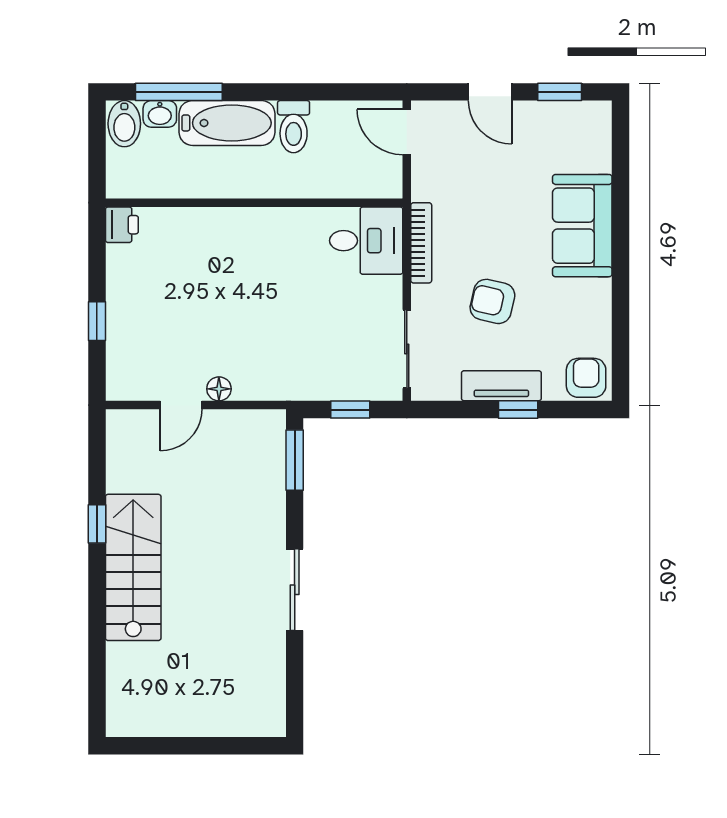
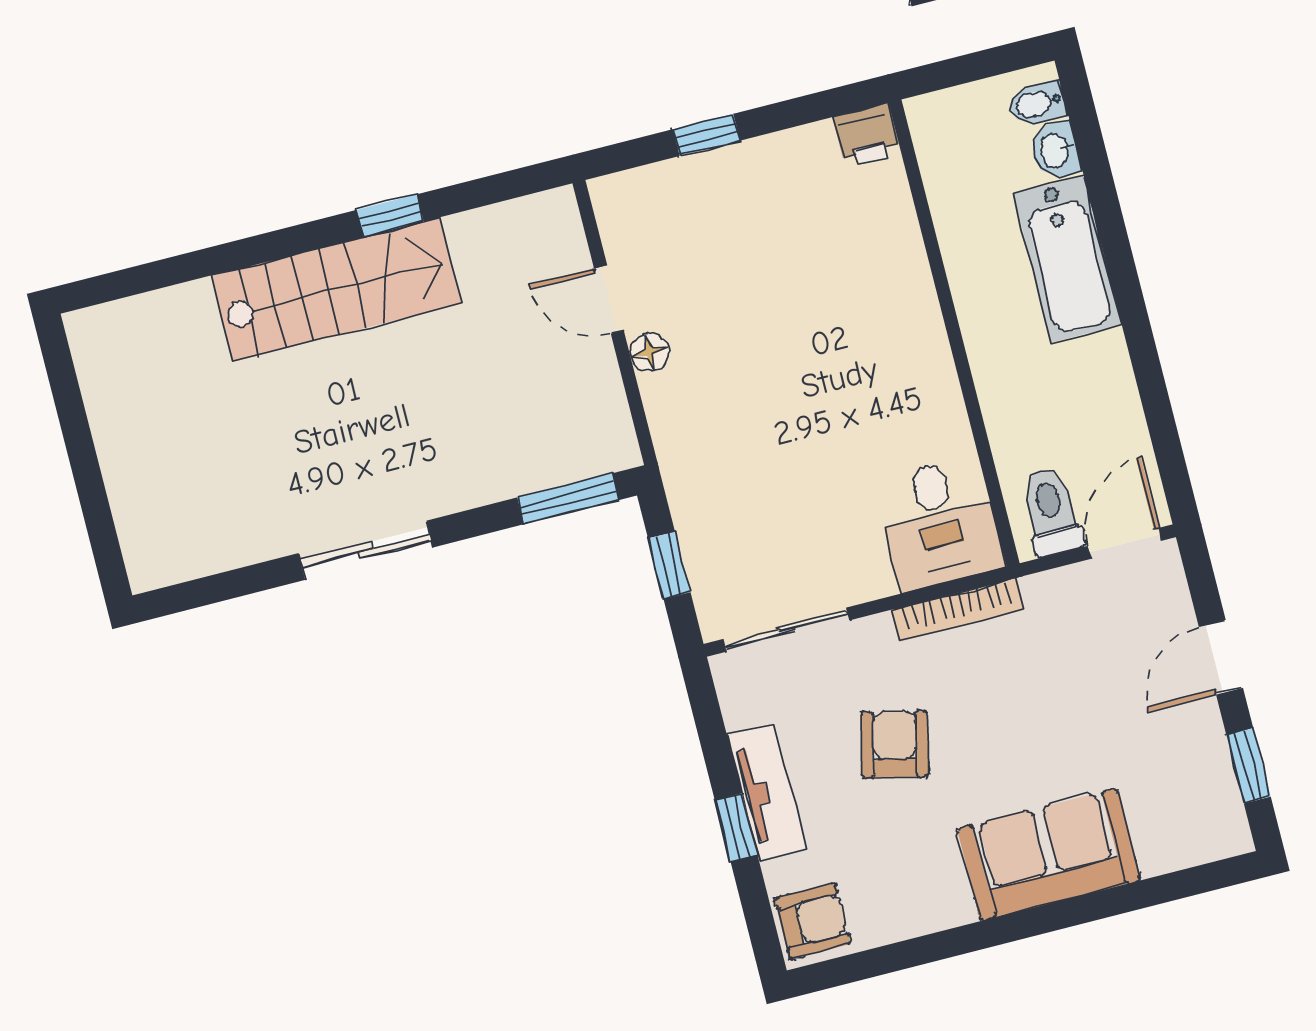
window: (179, 92) -> (1097, 171), removed
bidet: (124, 124) -> (1037, 103), width x0.72, depth x0.74
toilet: (294, 127) -> (1051, 512), moved, turned 90

